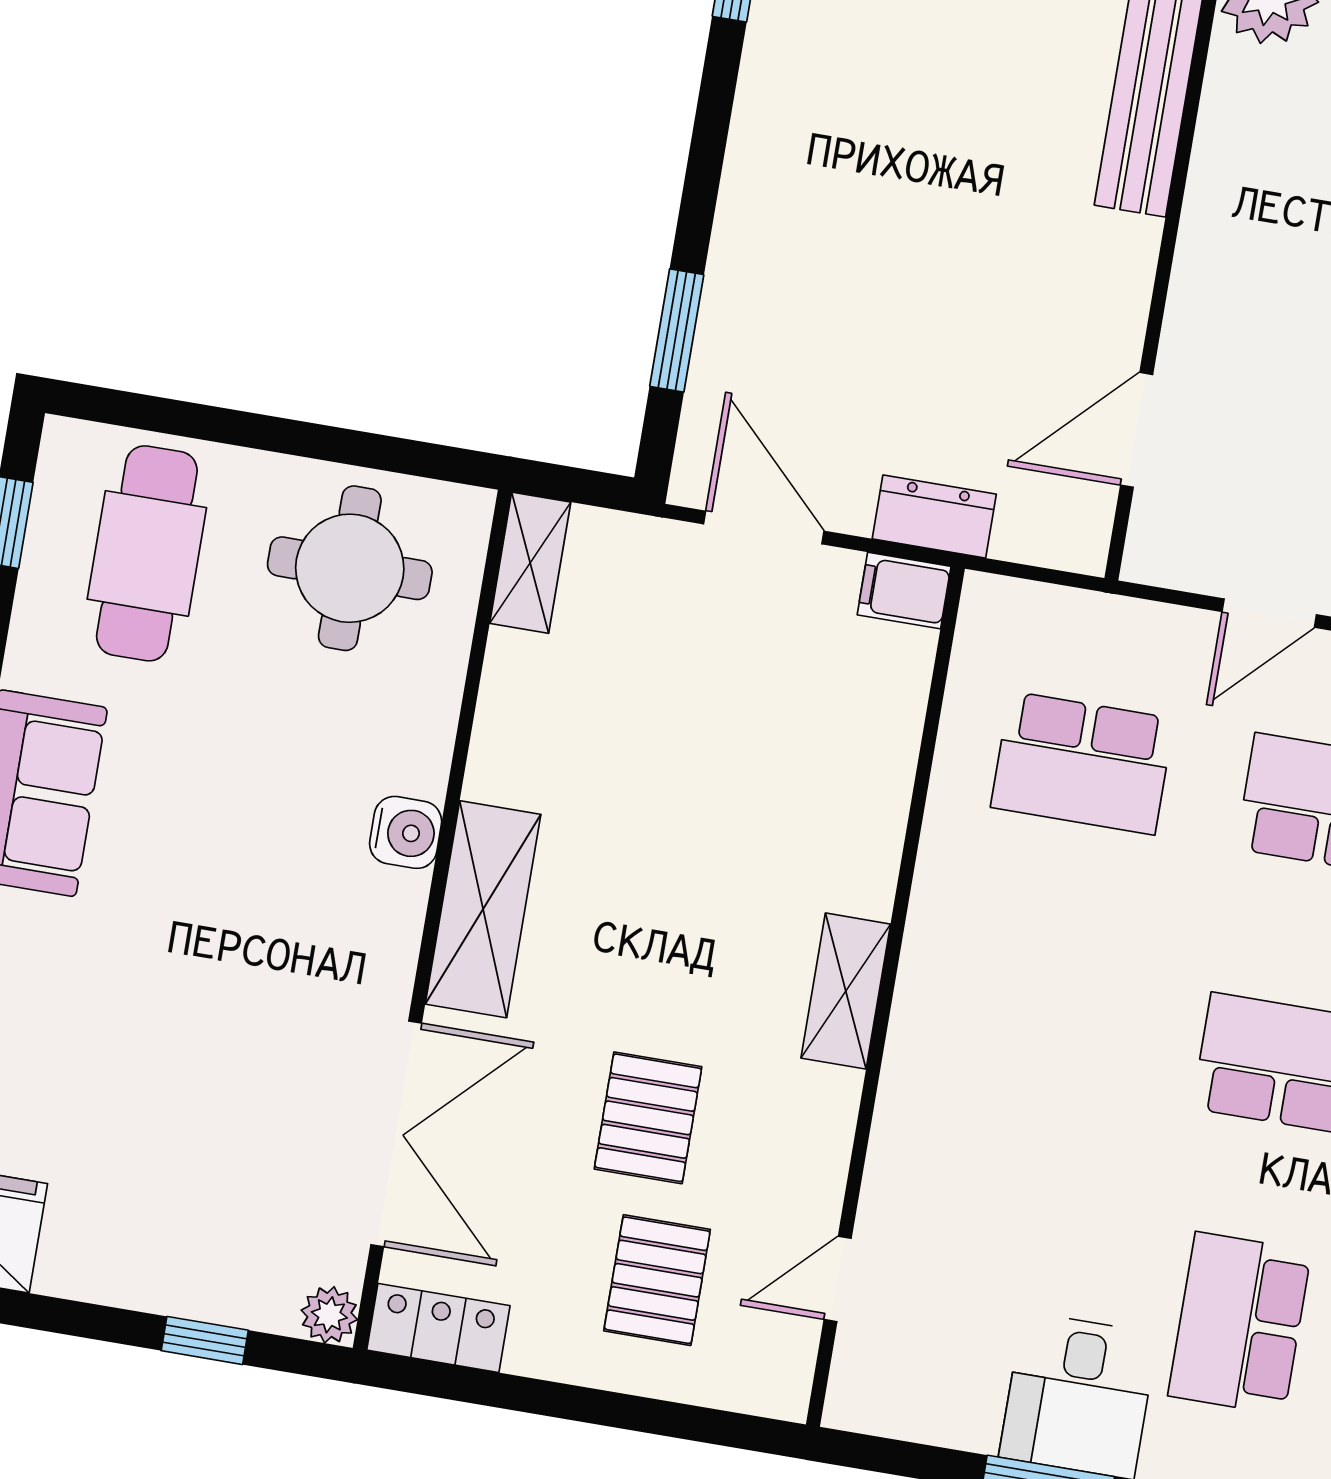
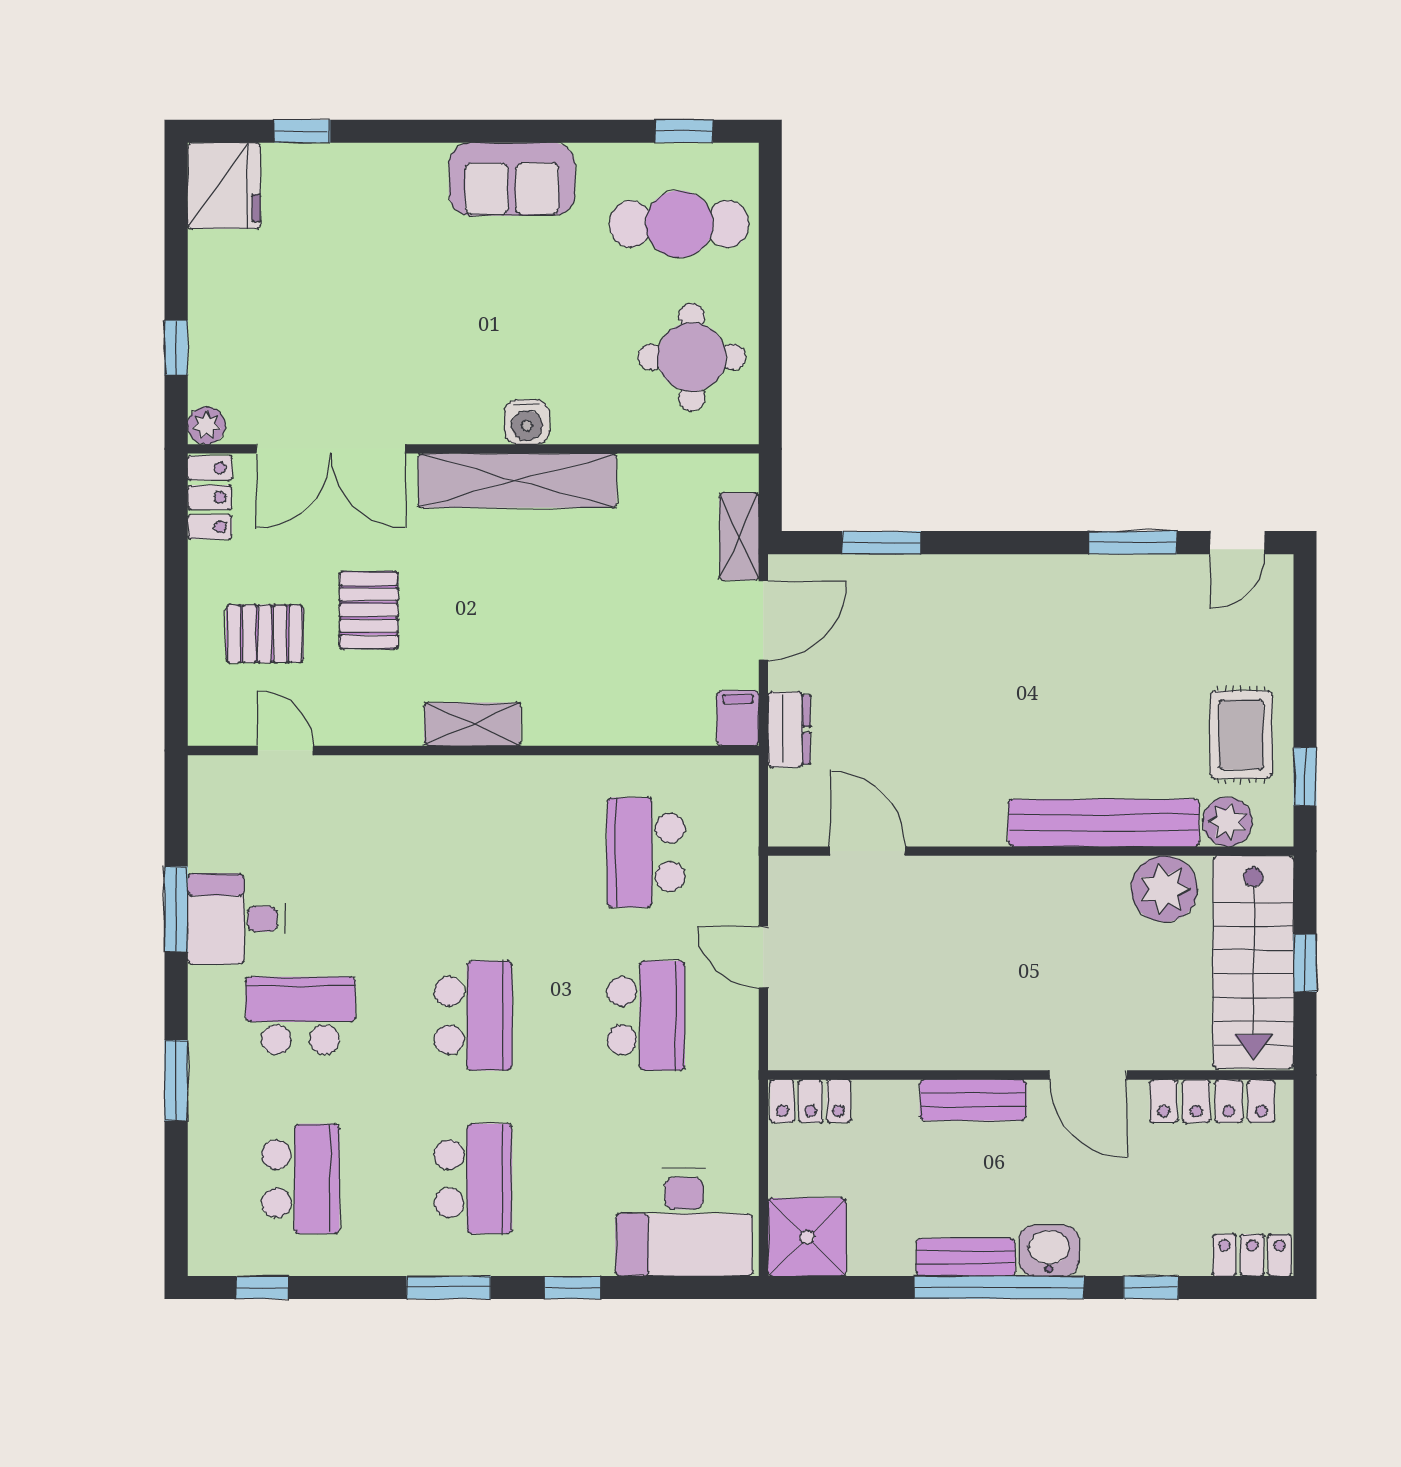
shelving: (530, 563) -> (739, 536), moved, turned 90
shelving: (483, 909) -> (517, 481), width x1.47
pallet: (648, 1118) -> (369, 610), turned 90

